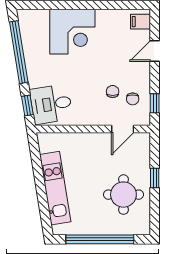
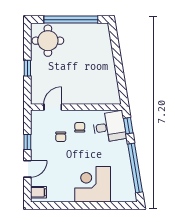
chair: (133, 99) -> (80, 127), moved
window: (155, 103) -> (27, 142), moved
kitchen unit: (55, 188) -> (106, 60), removed
round table: (123, 195) -> (48, 41), moved

